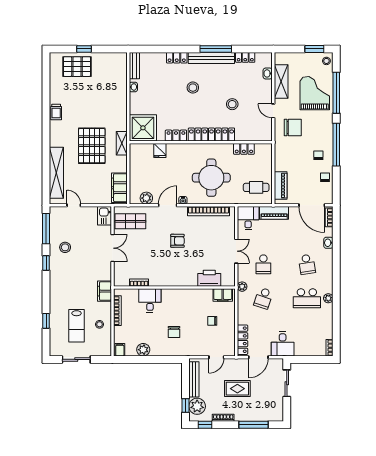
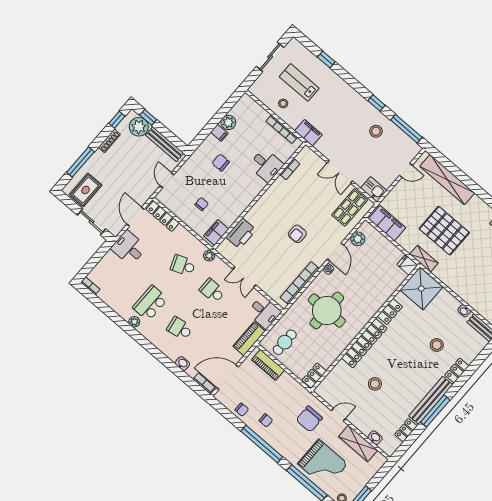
stool: (193, 88) -> (437, 345), moved
locker: (244, 149) -> (314, 376), moved
fridge: (160, 151) -> (407, 265), moved
school desk: (263, 298) -> (183, 265), turned -39
filing cabinet: (120, 350) -> (219, 133), moved
rug: (237, 389) -> (86, 190), moved

